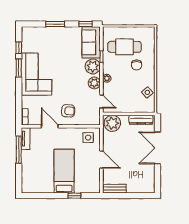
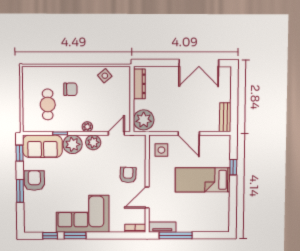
armchair: (64, 36) -> (34, 181), added
cafe table: (125, 47) -> (48, 104), width x0.73, depth x0.74
double door: (157, 148) -> (199, 63), moved
door: (101, 160) -> (189, 133), swing flipped

